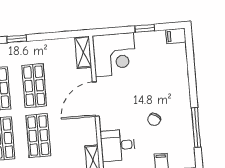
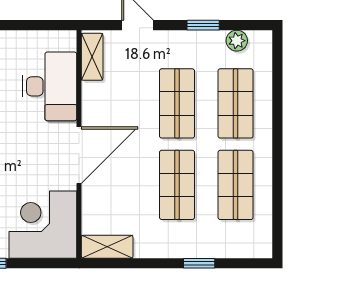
shelving: (83, 52) -> (107, 247), moved, turned 90
desk: (118, 145) -> (49, 86), width x1.37

